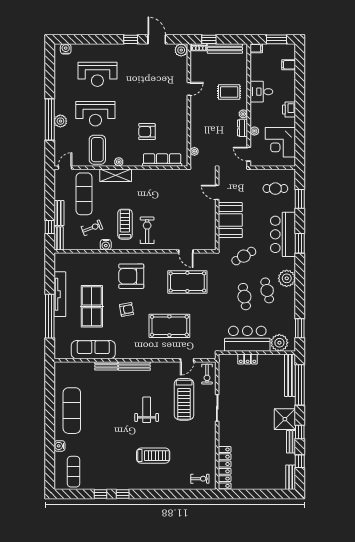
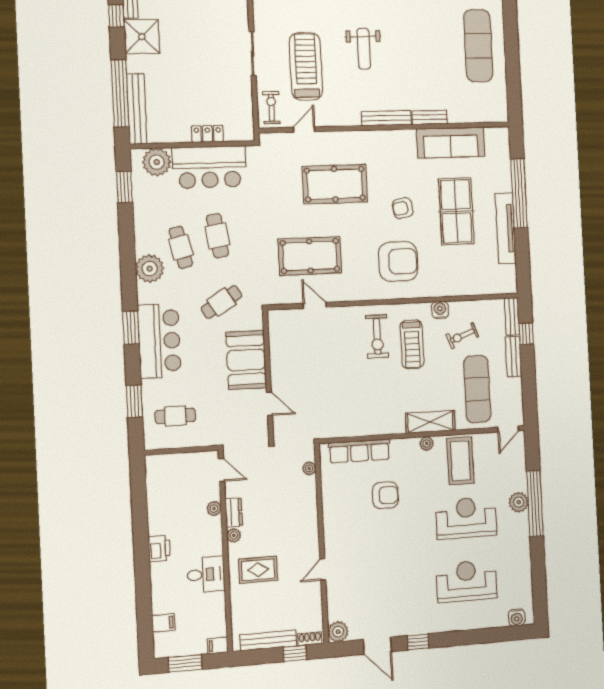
corner desk: (280, 142) -> (171, 493), removed

